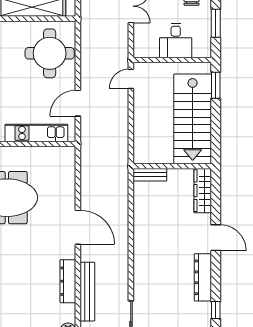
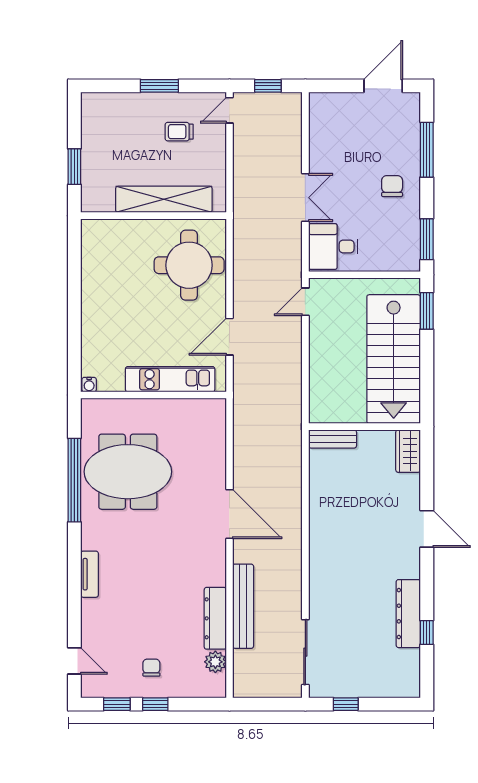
window: (216, 23) -> (427, 239), moved
desk: (176, 41) -> (333, 246), moved, turned 90
wardrobe: (203, 191) -> (408, 451), width x0.67
dresser: (203, 277) -> (408, 614), moved
dresser: (68, 281) -> (215, 618), moved

